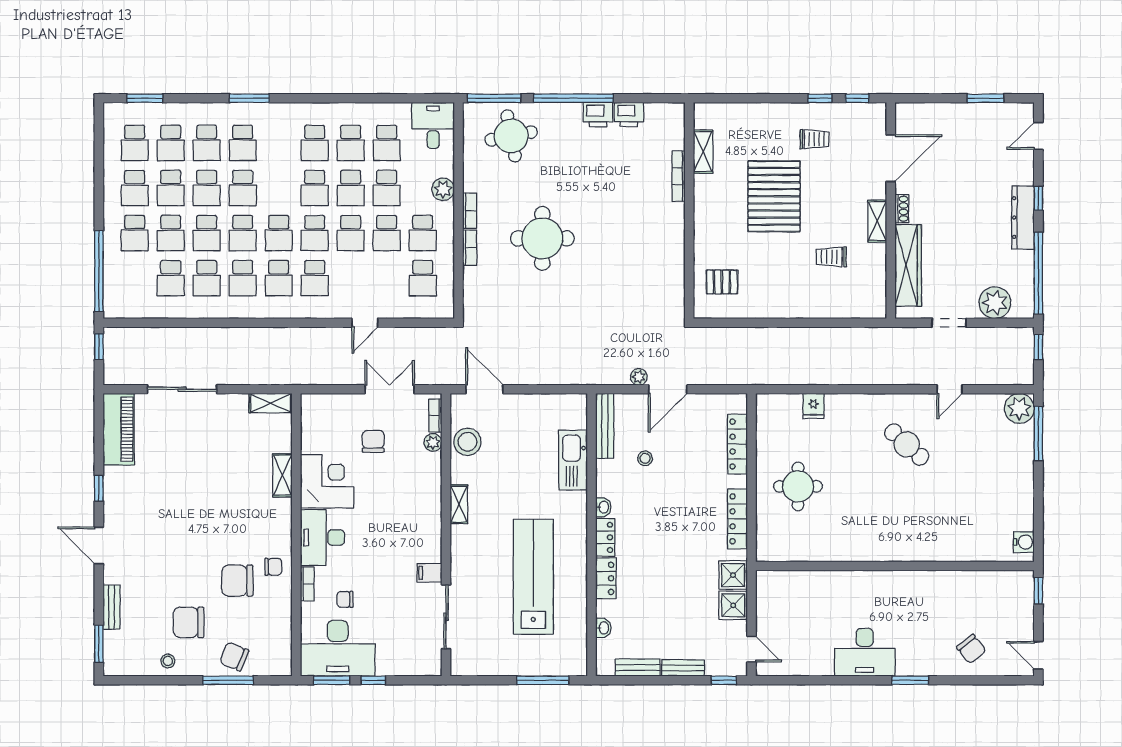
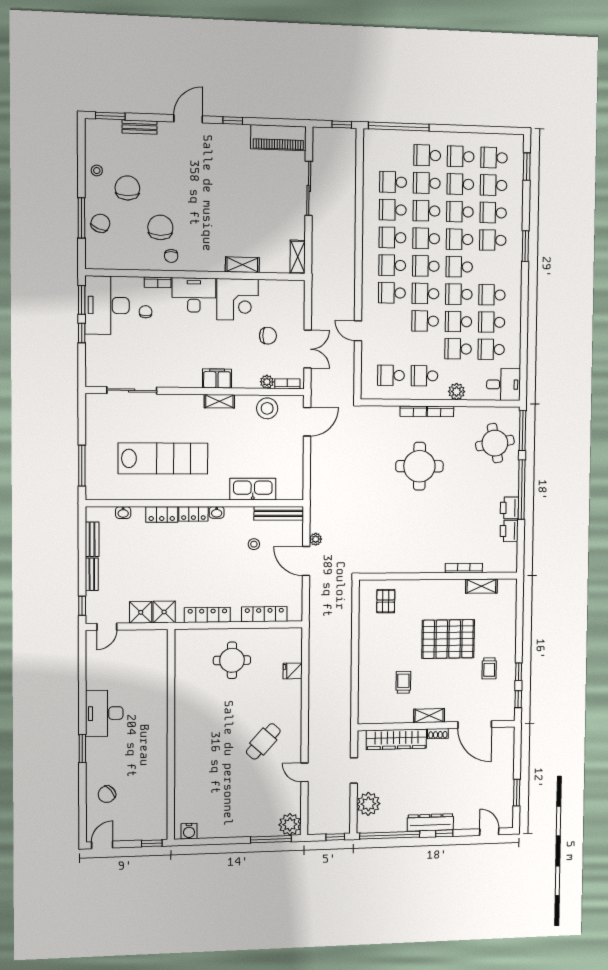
school desk: (387, 233) -> (459, 267), moved
filing cabinet: (429, 573) -> (217, 379), moved, width x2.00

